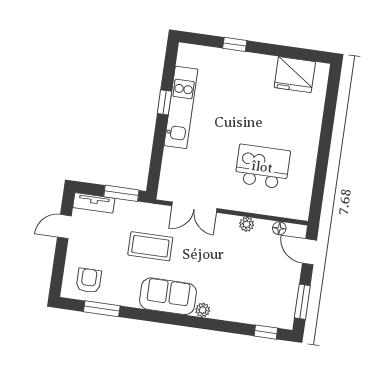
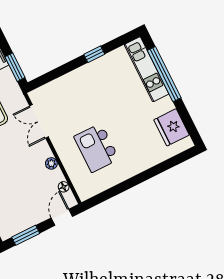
window: (235, 44) -> (164, 74), width x3.17
kitchen unit: (181, 107) -> (147, 69), moved, turned 90
kitchen island: (262, 167) -> (96, 148), turned 180

